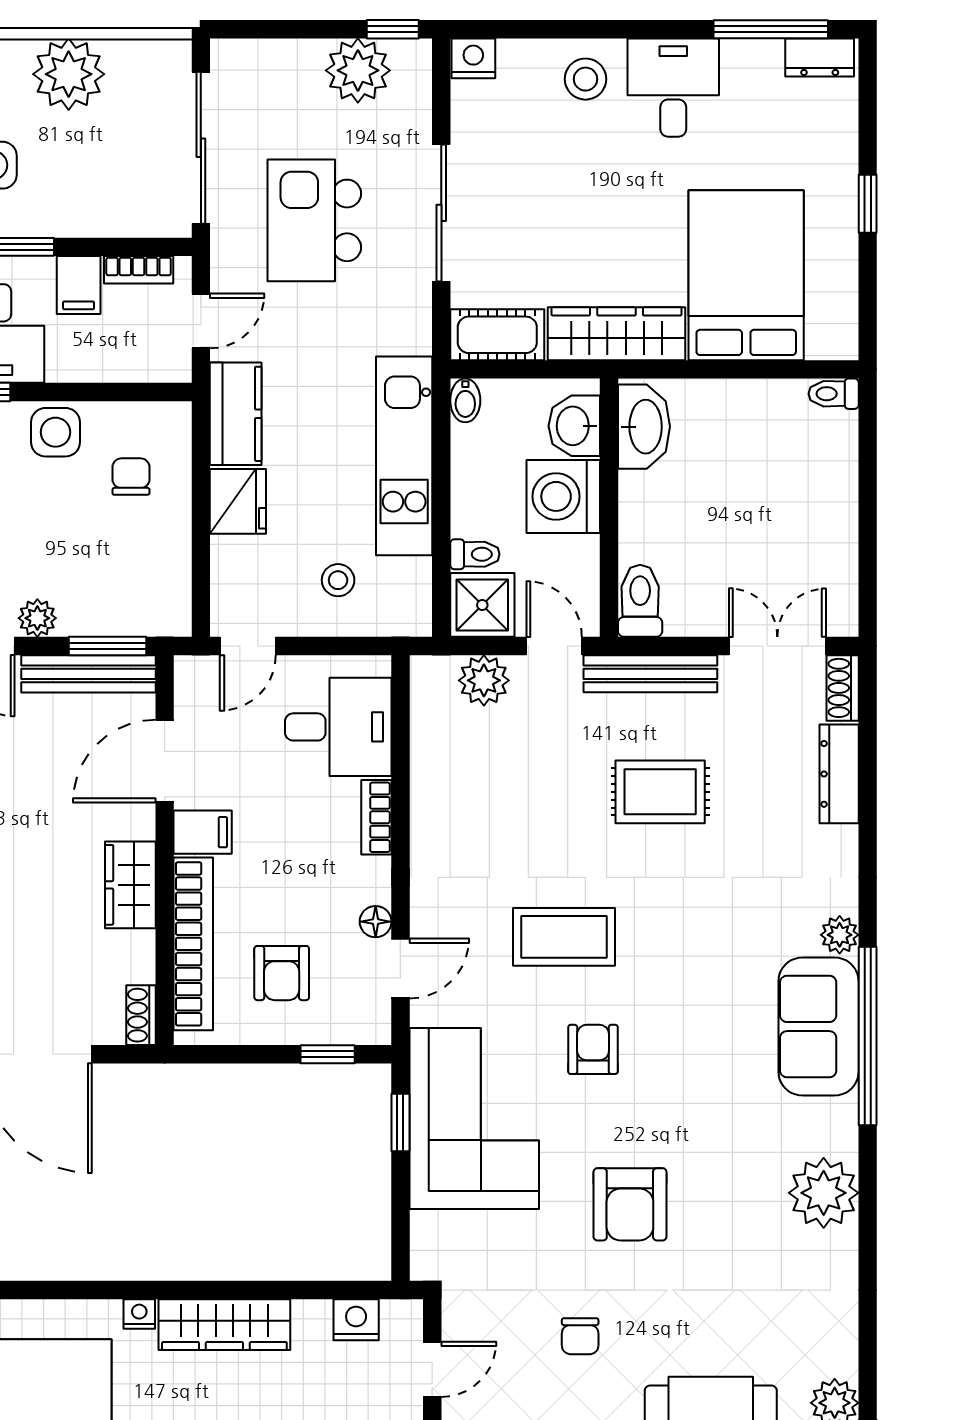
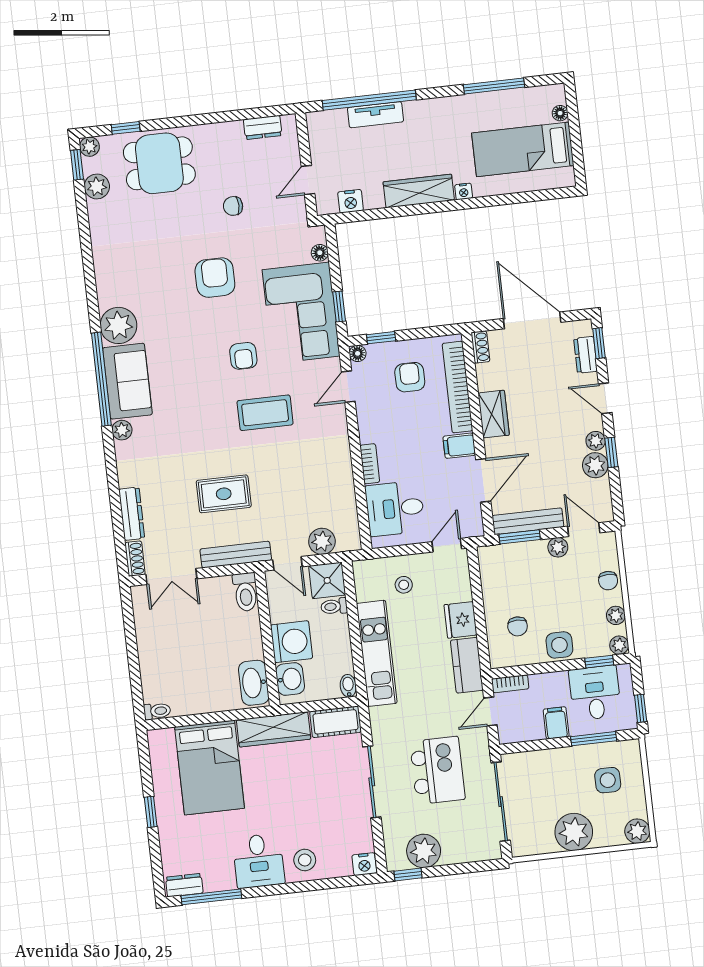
bookcase: (139, 270) -> (510, 684), moved, turned 180
floor lamp: (376, 922) -> (358, 353), moved
plant: (824, 1193) -> (118, 325), moved
floor lamp: (426, 1229) -> (320, 253), added
chair: (580, 1336) -> (233, 206), turned -90

